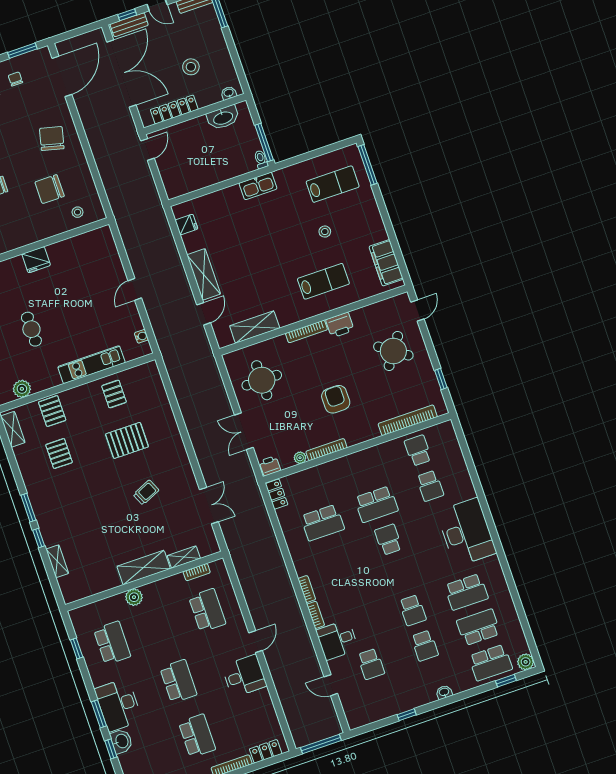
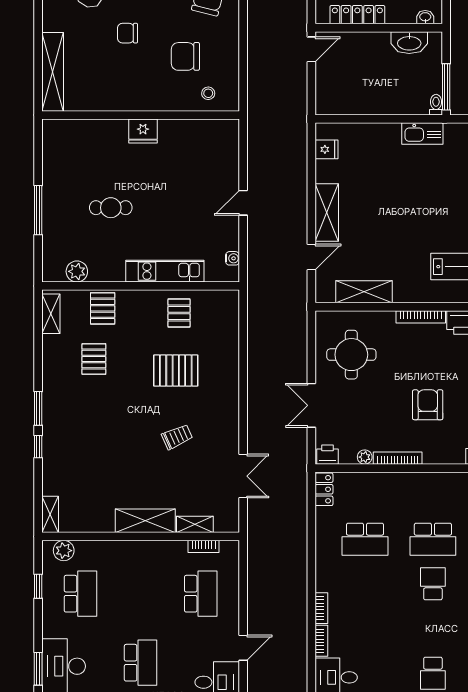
cafe table: (31, 329) -> (111, 208), turned 90
shelving: (57, 561) -> (50, 514), moved
plant: (134, 597) -> (64, 551), moved

